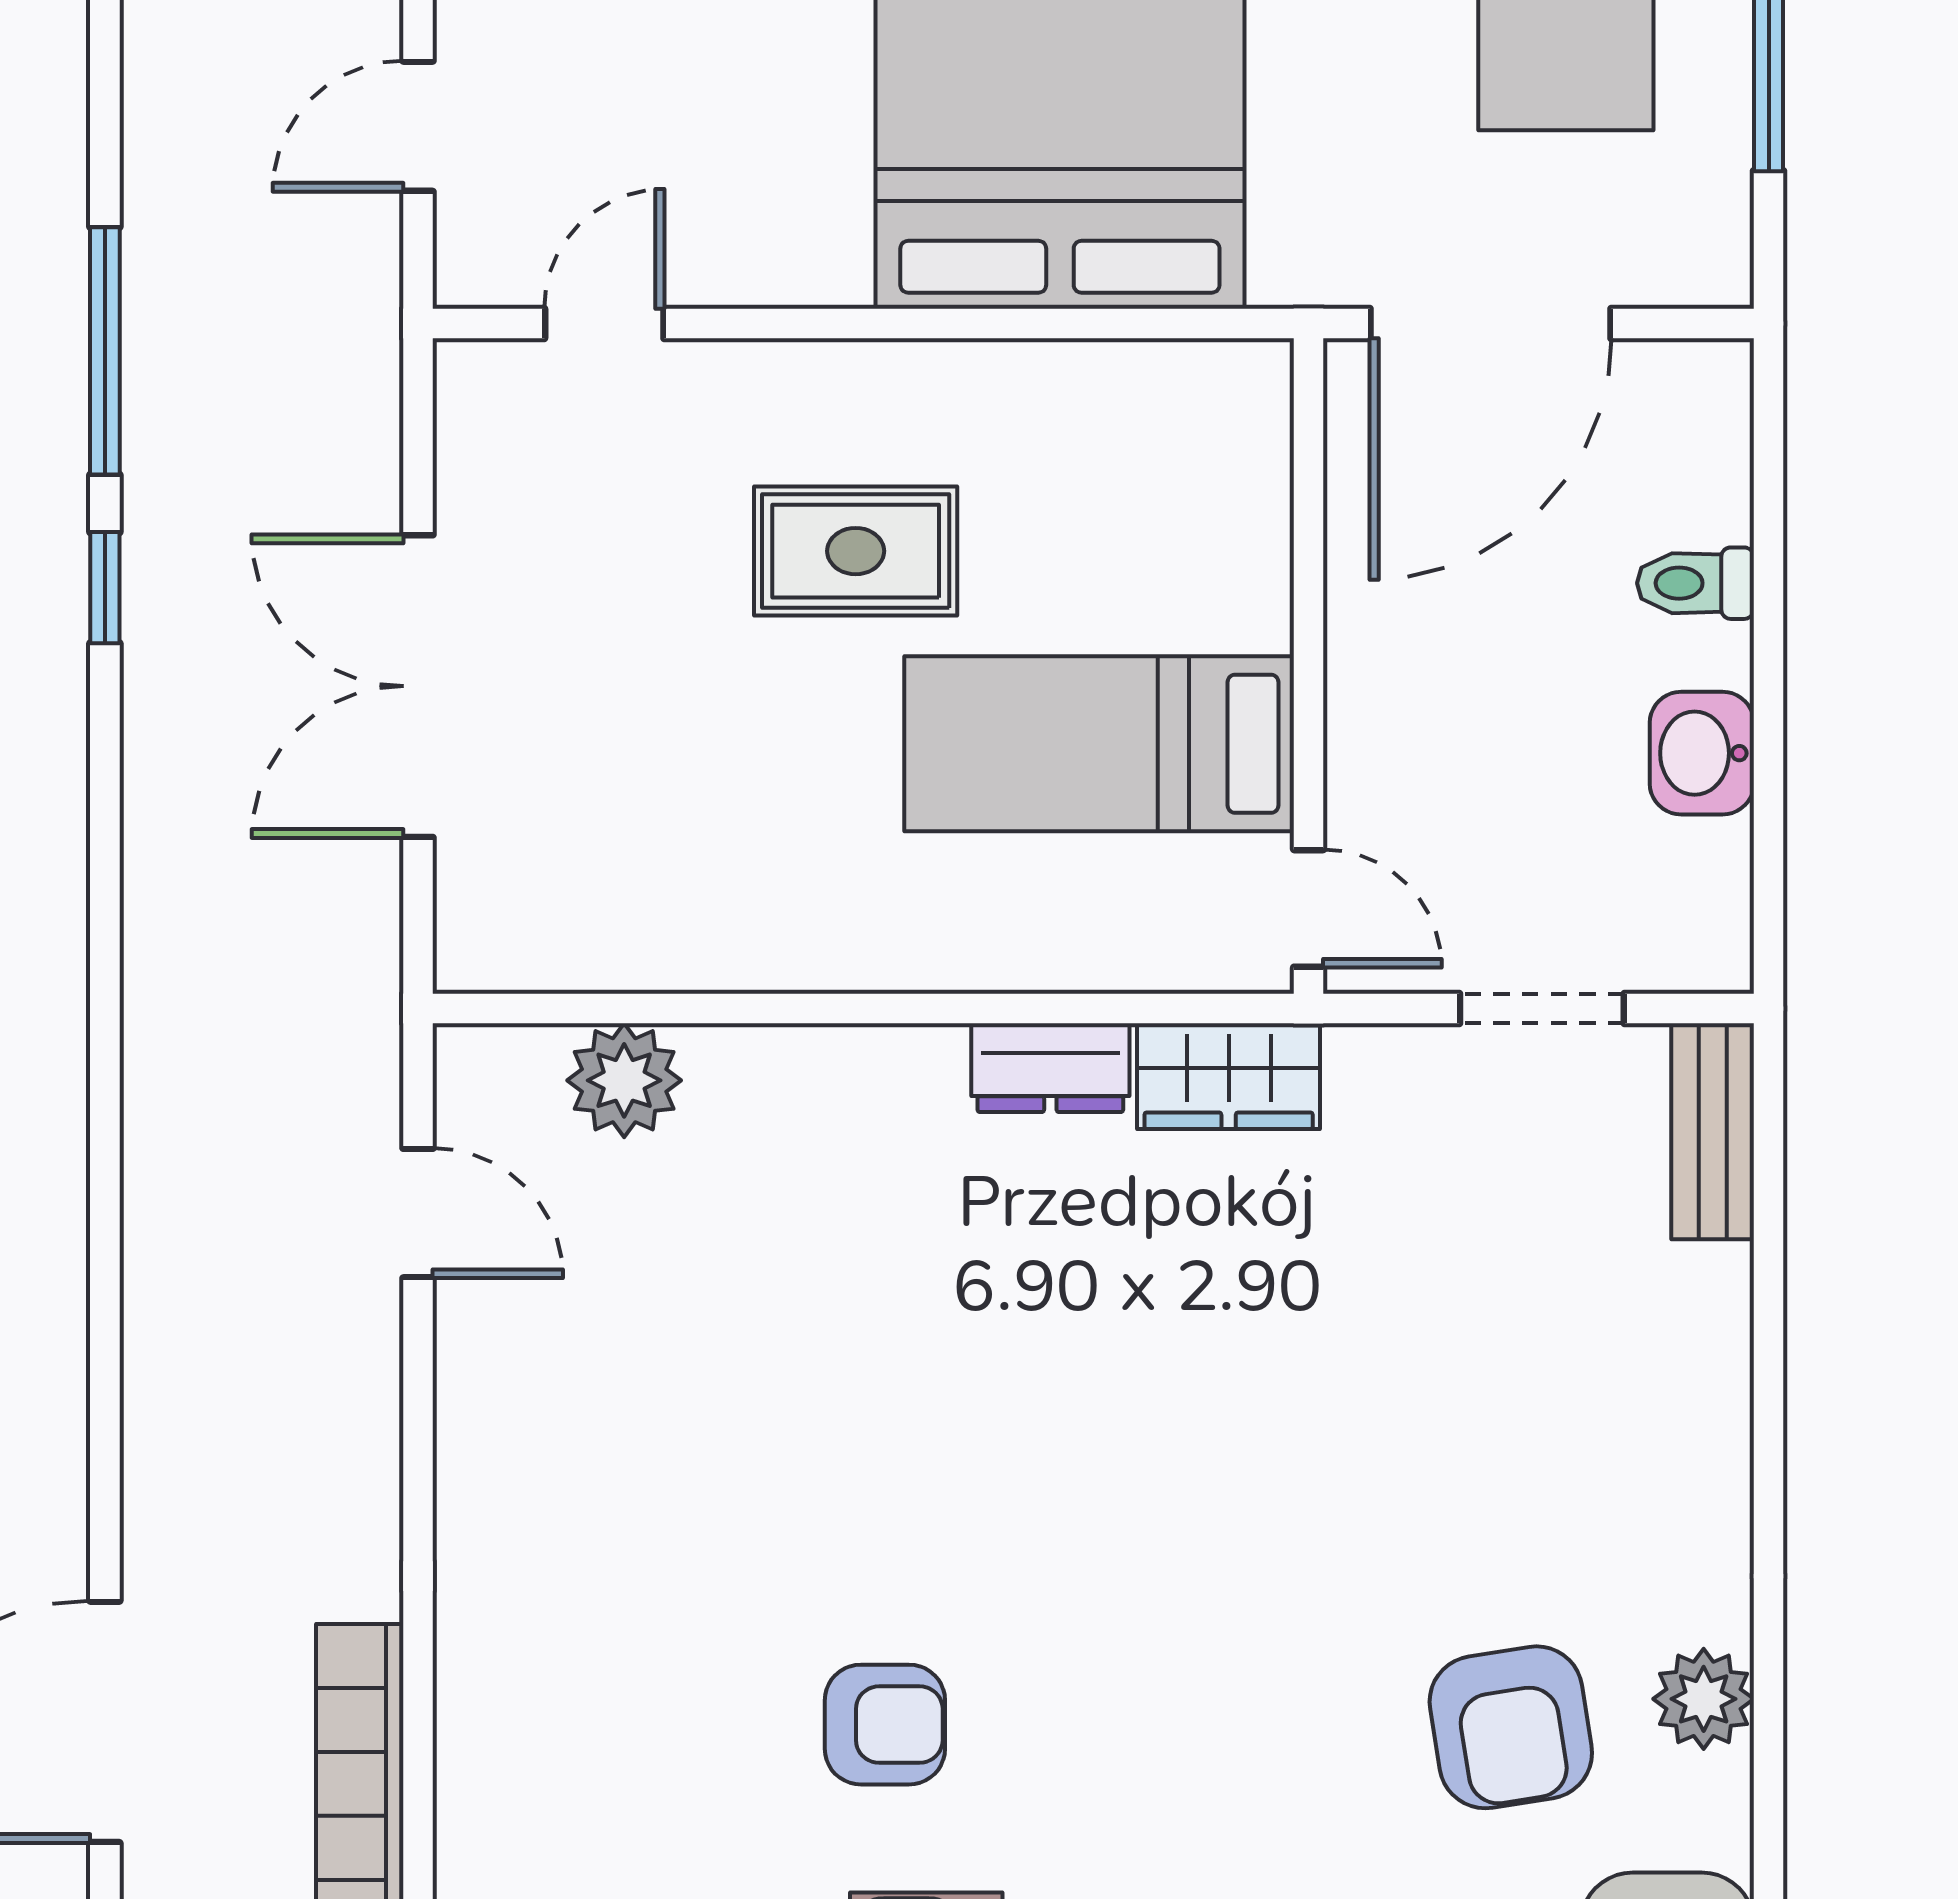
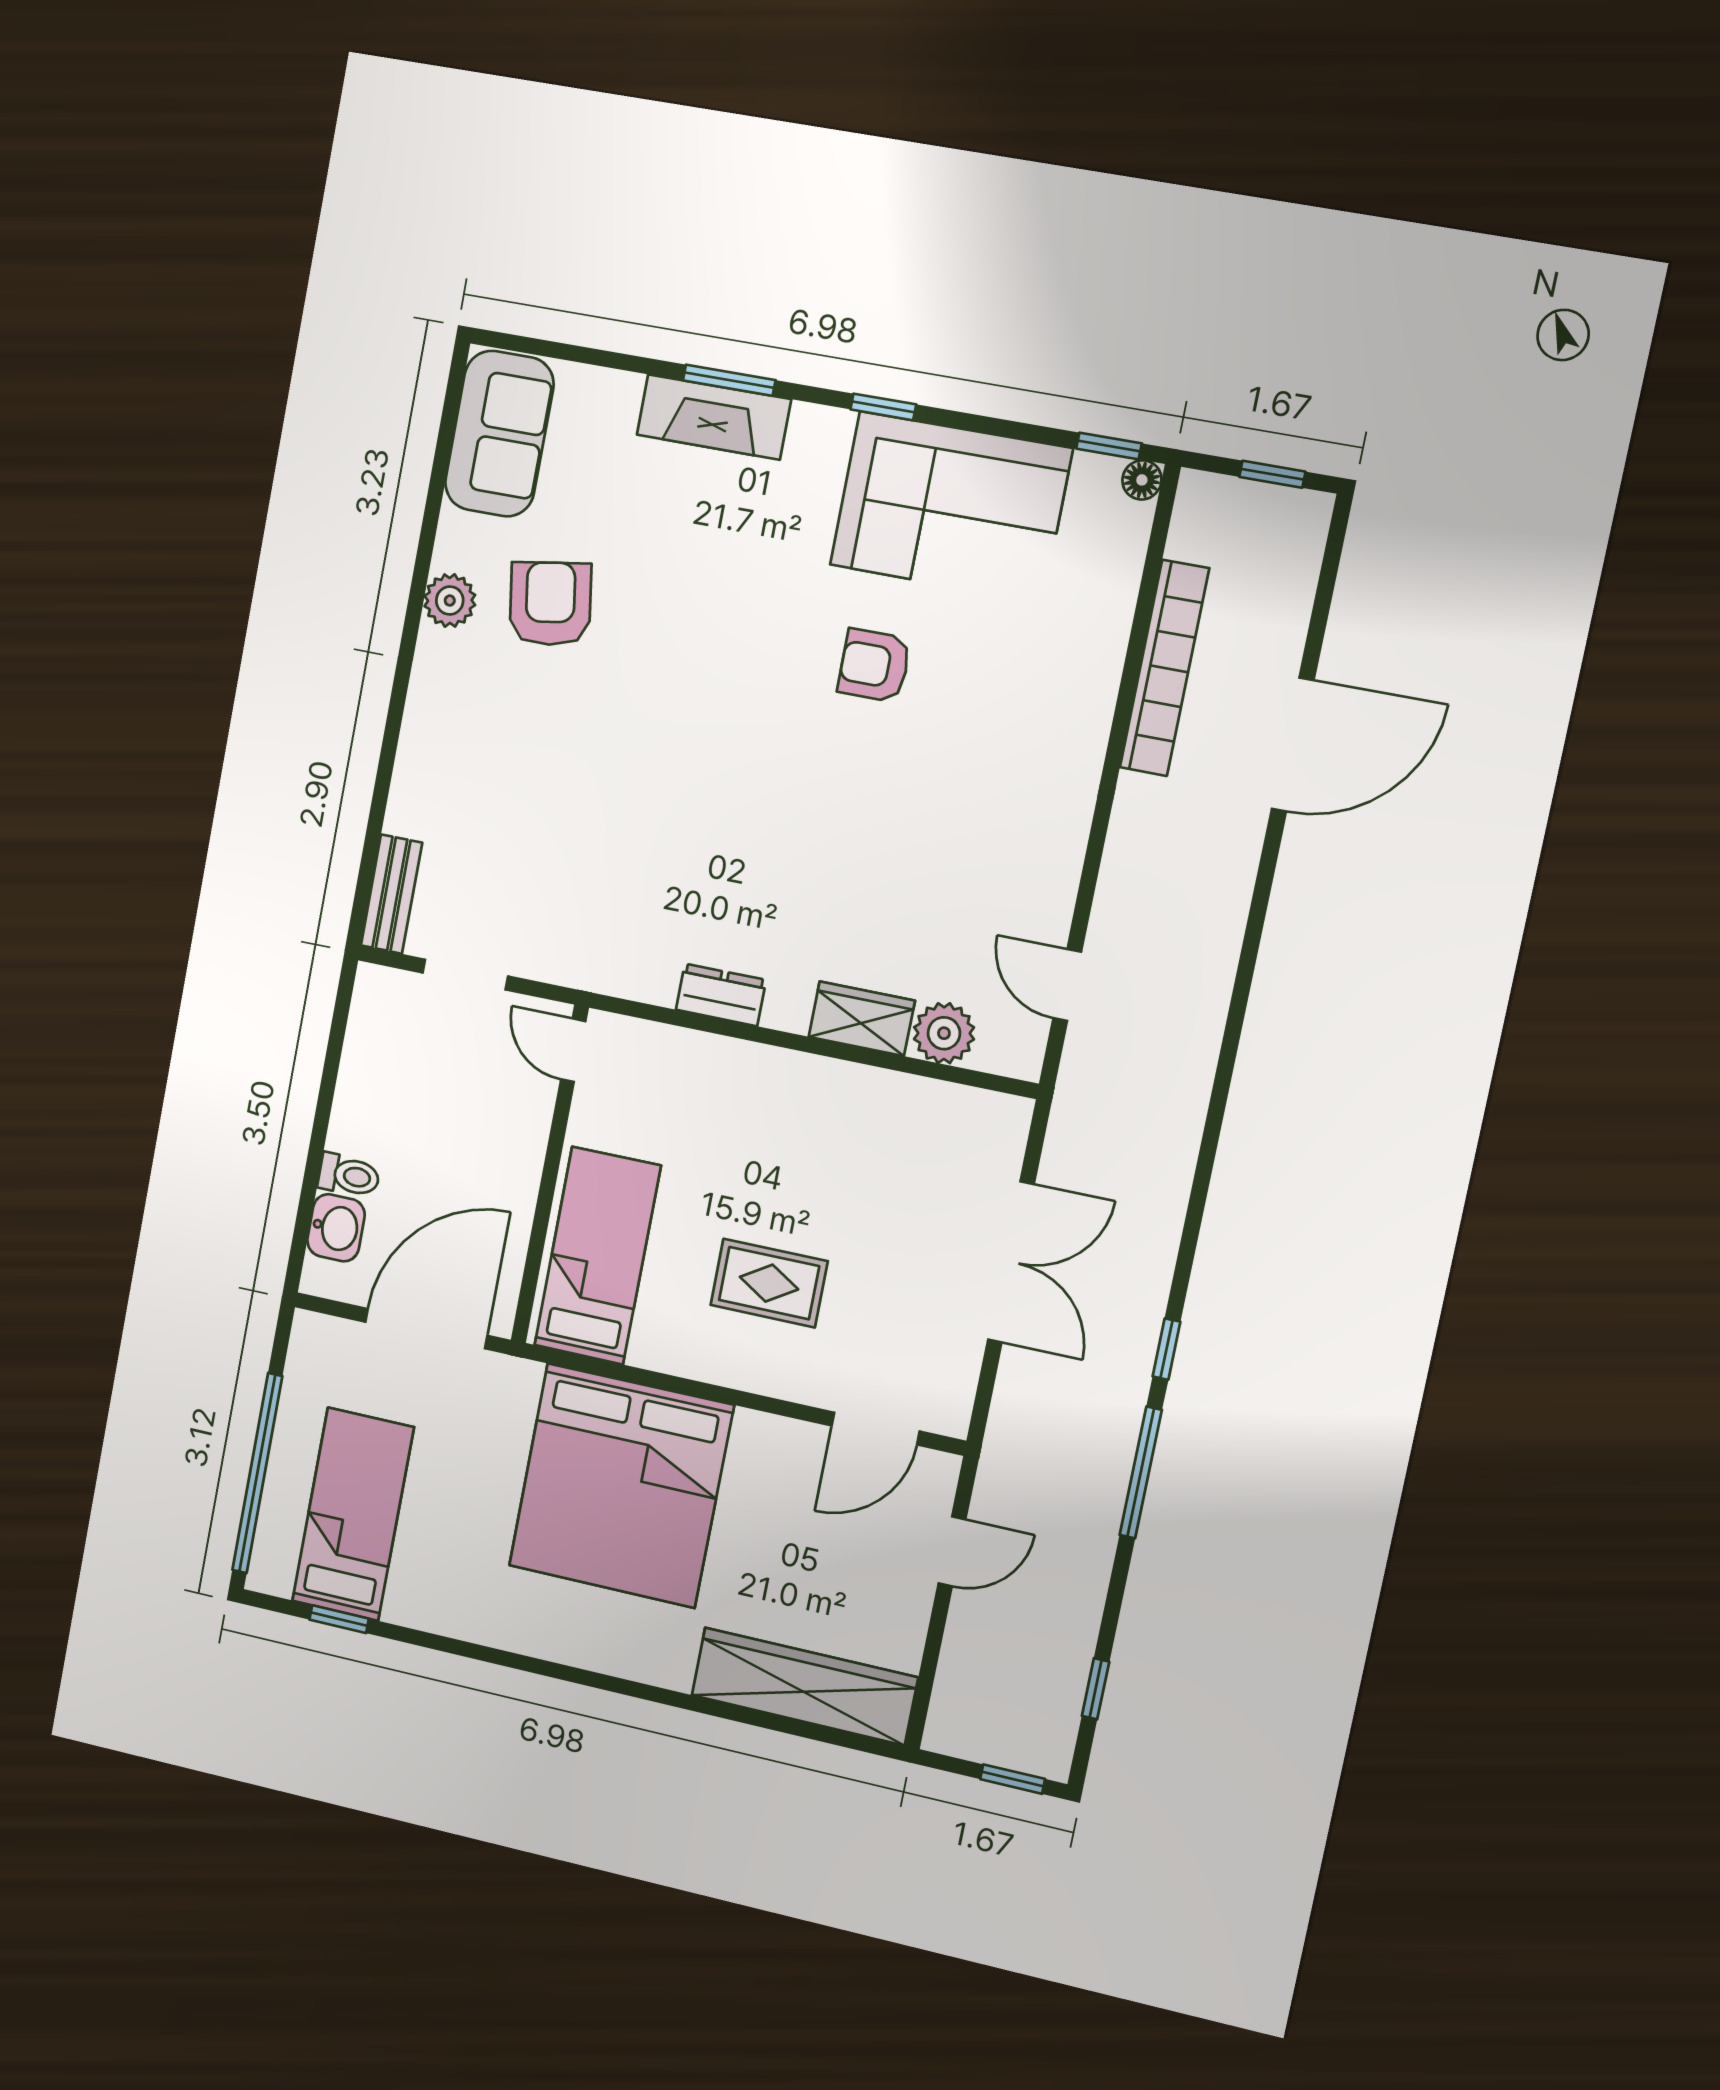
door: (604, 324) -> (876, 1428), width x1.38
bed: (1099, 744) -> (598, 1256), moved, turned -90
washbasin: (1702, 753) -> (336, 1228), moved
wardrobe: (1229, 1076) -> (862, 1019), moved

